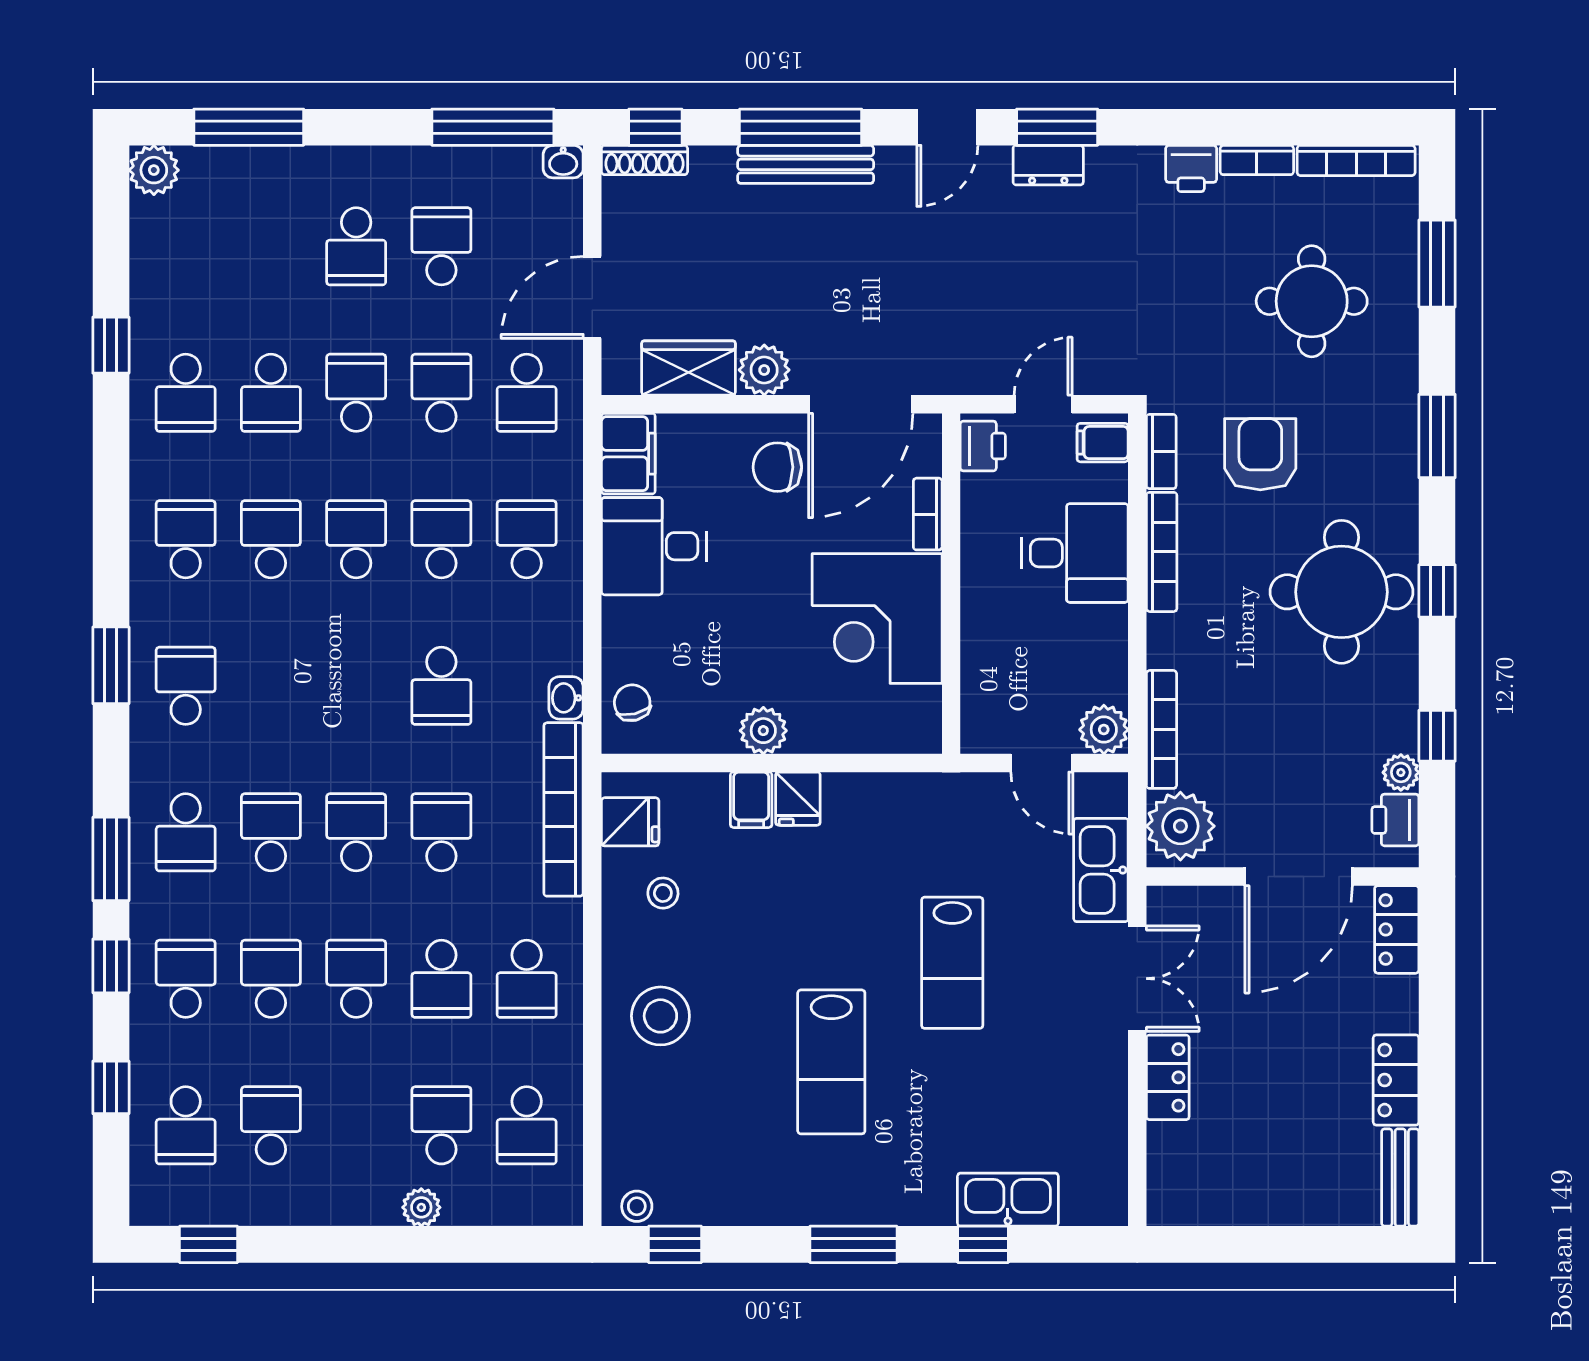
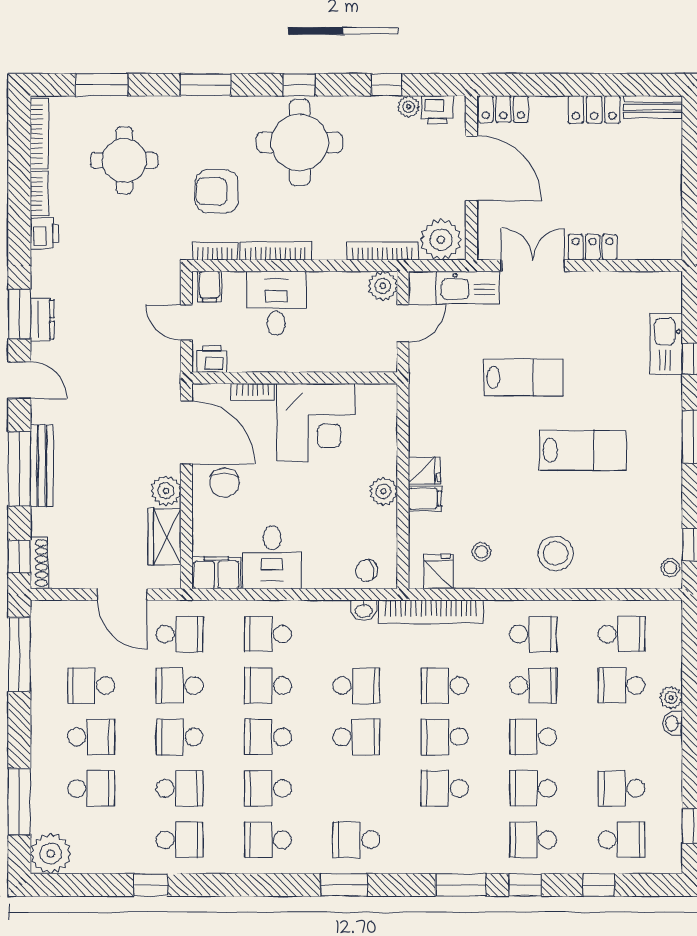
washbasin: (563, 162) -> (673, 723), moved, turned 180
plant: (154, 170) -> (51, 854), width x1.36, depth x1.36
school desk: (271, 246) -> (91, 788), added
school desk: (186, 832) -> (356, 737), moved

